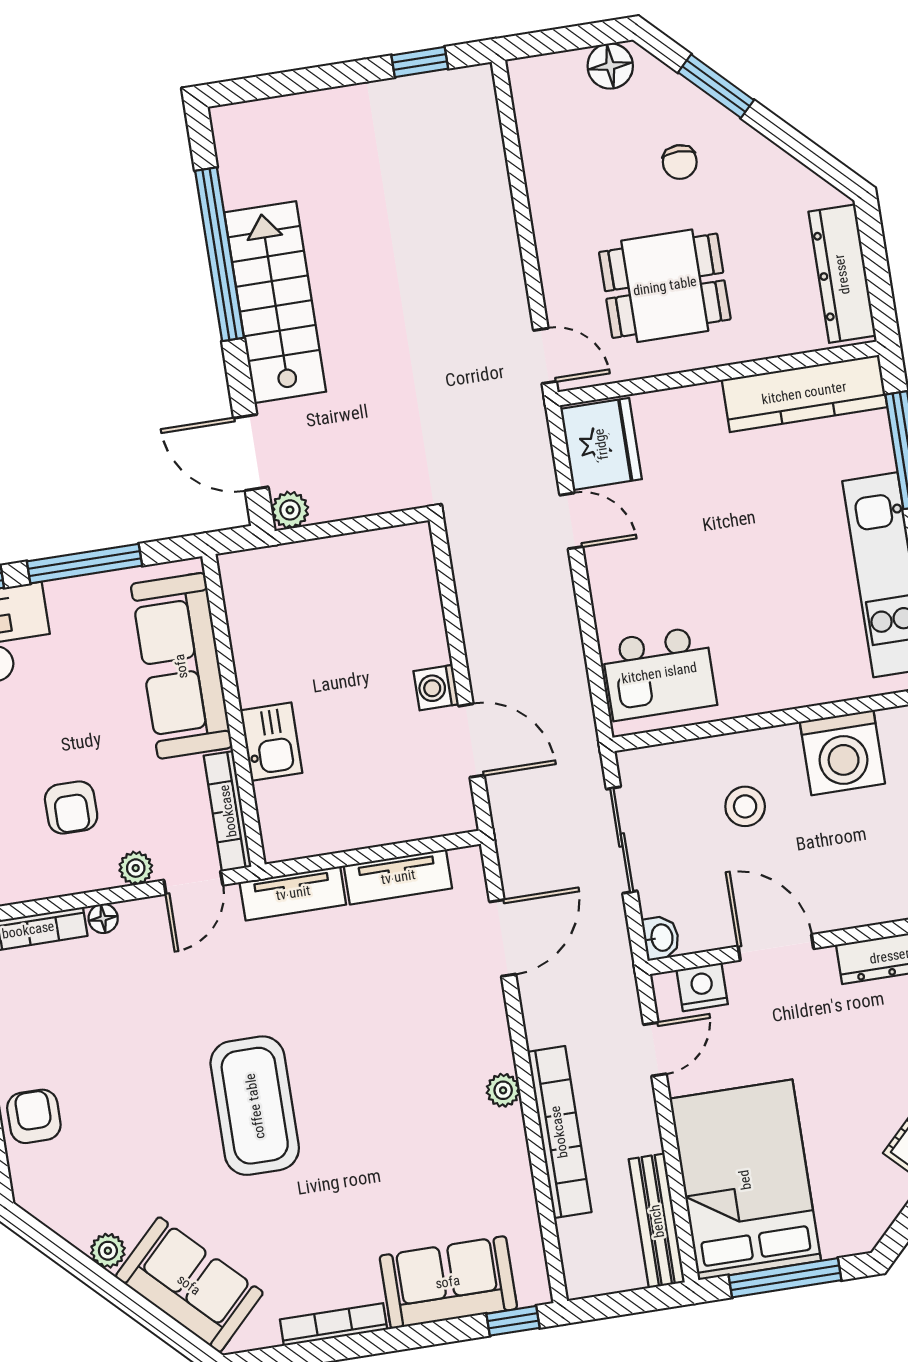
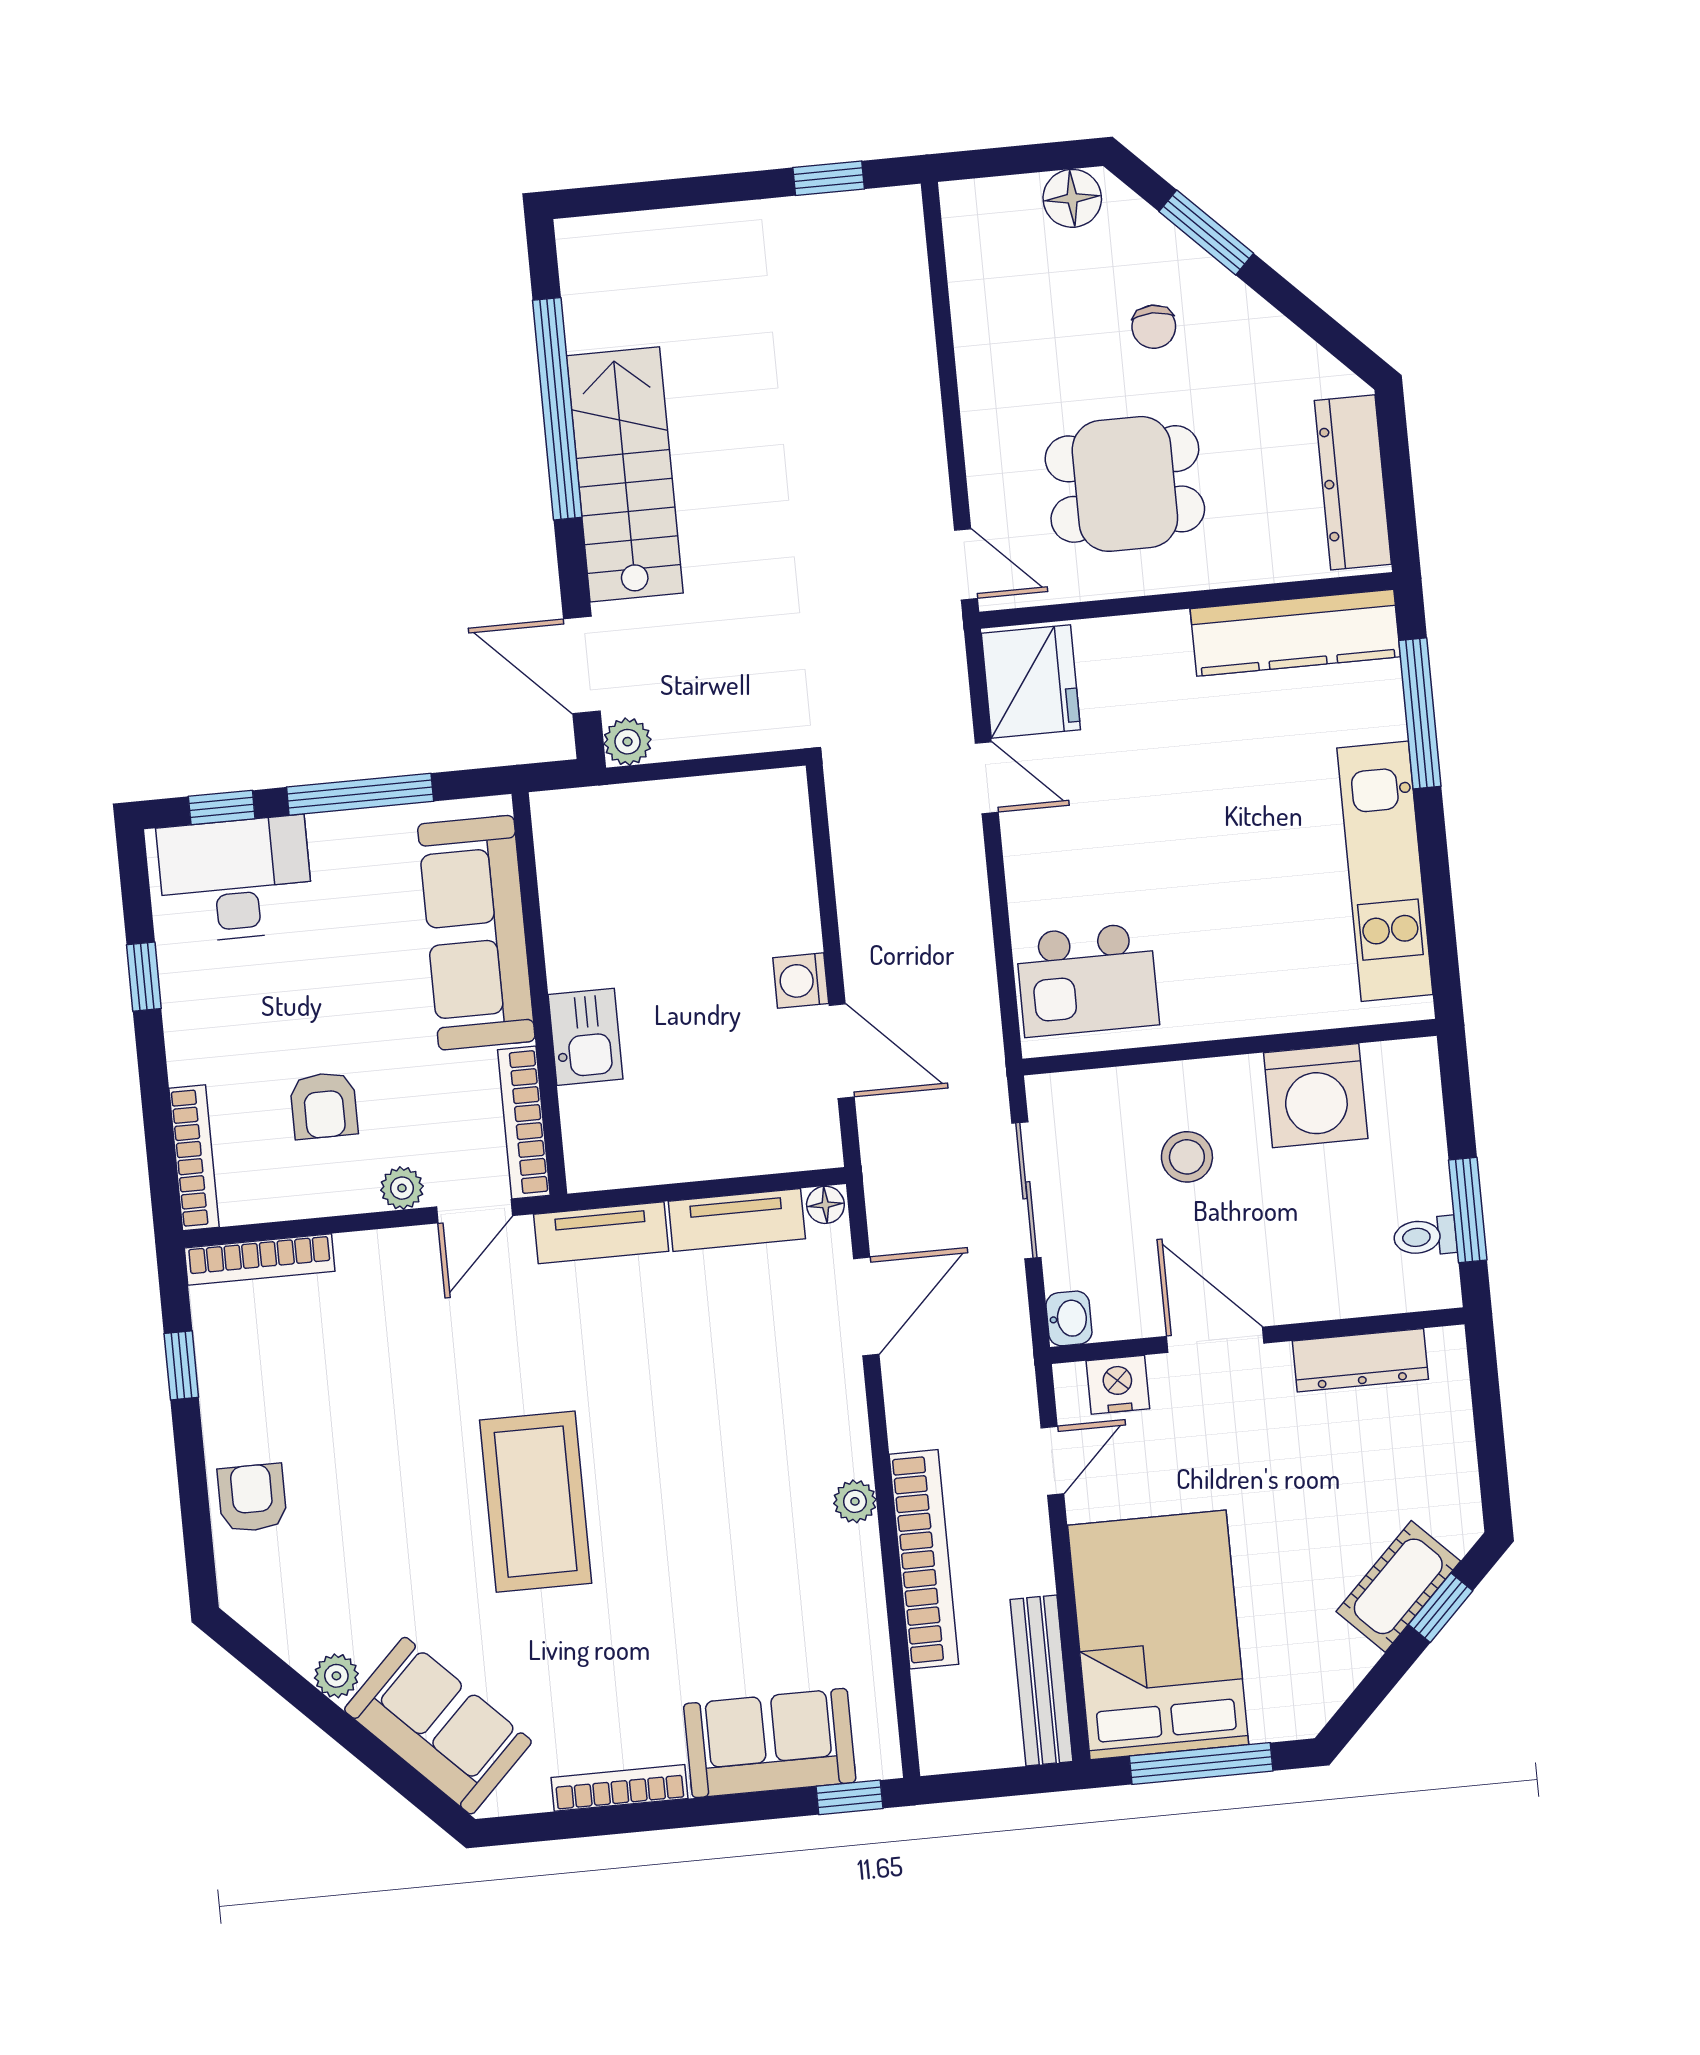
floor lamp: (103, 918) -> (825, 1205), moved

